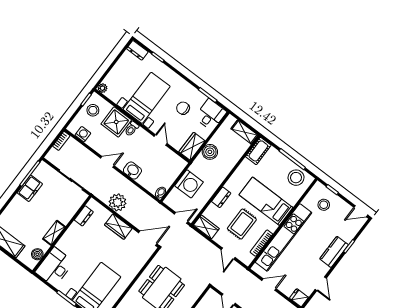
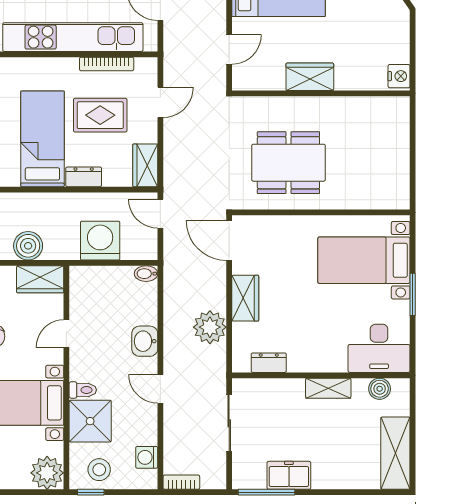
plant: (102, 88) -> (47, 473), width x1.88, depth x1.88
bed: (266, 201) -> (42, 139), moved, turned 180

